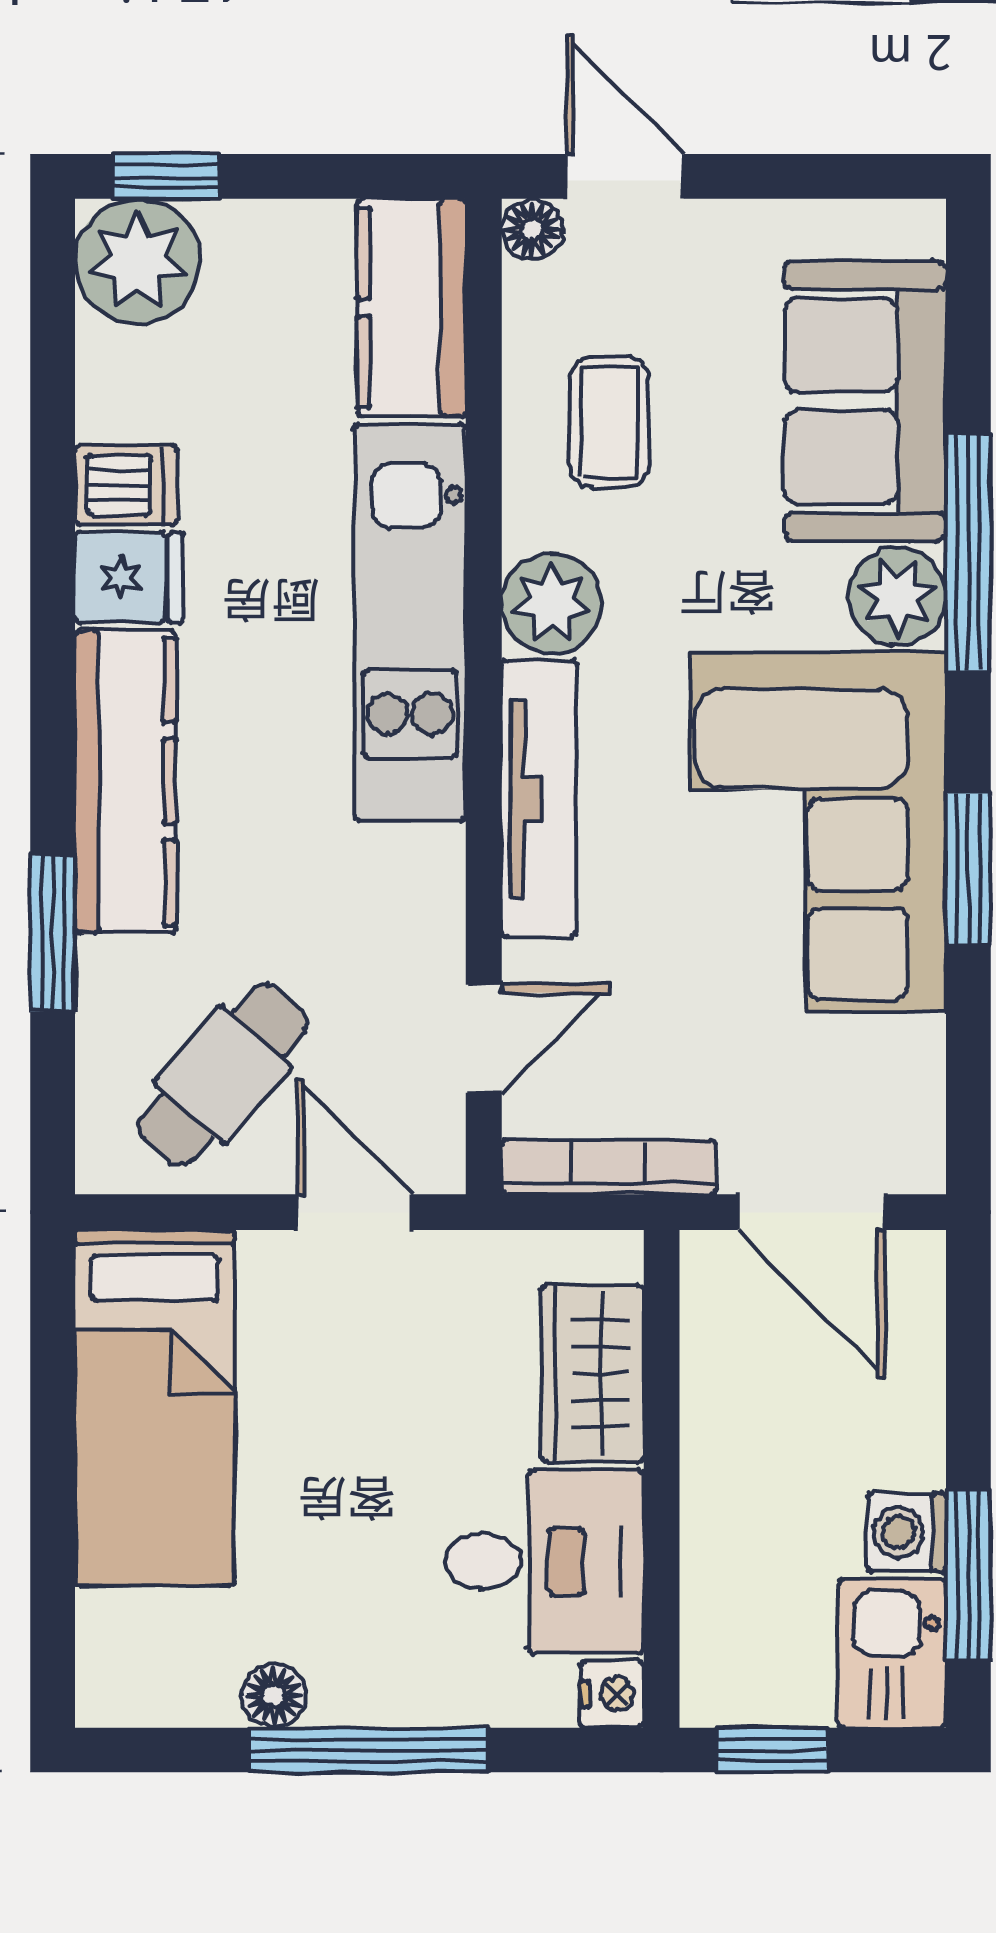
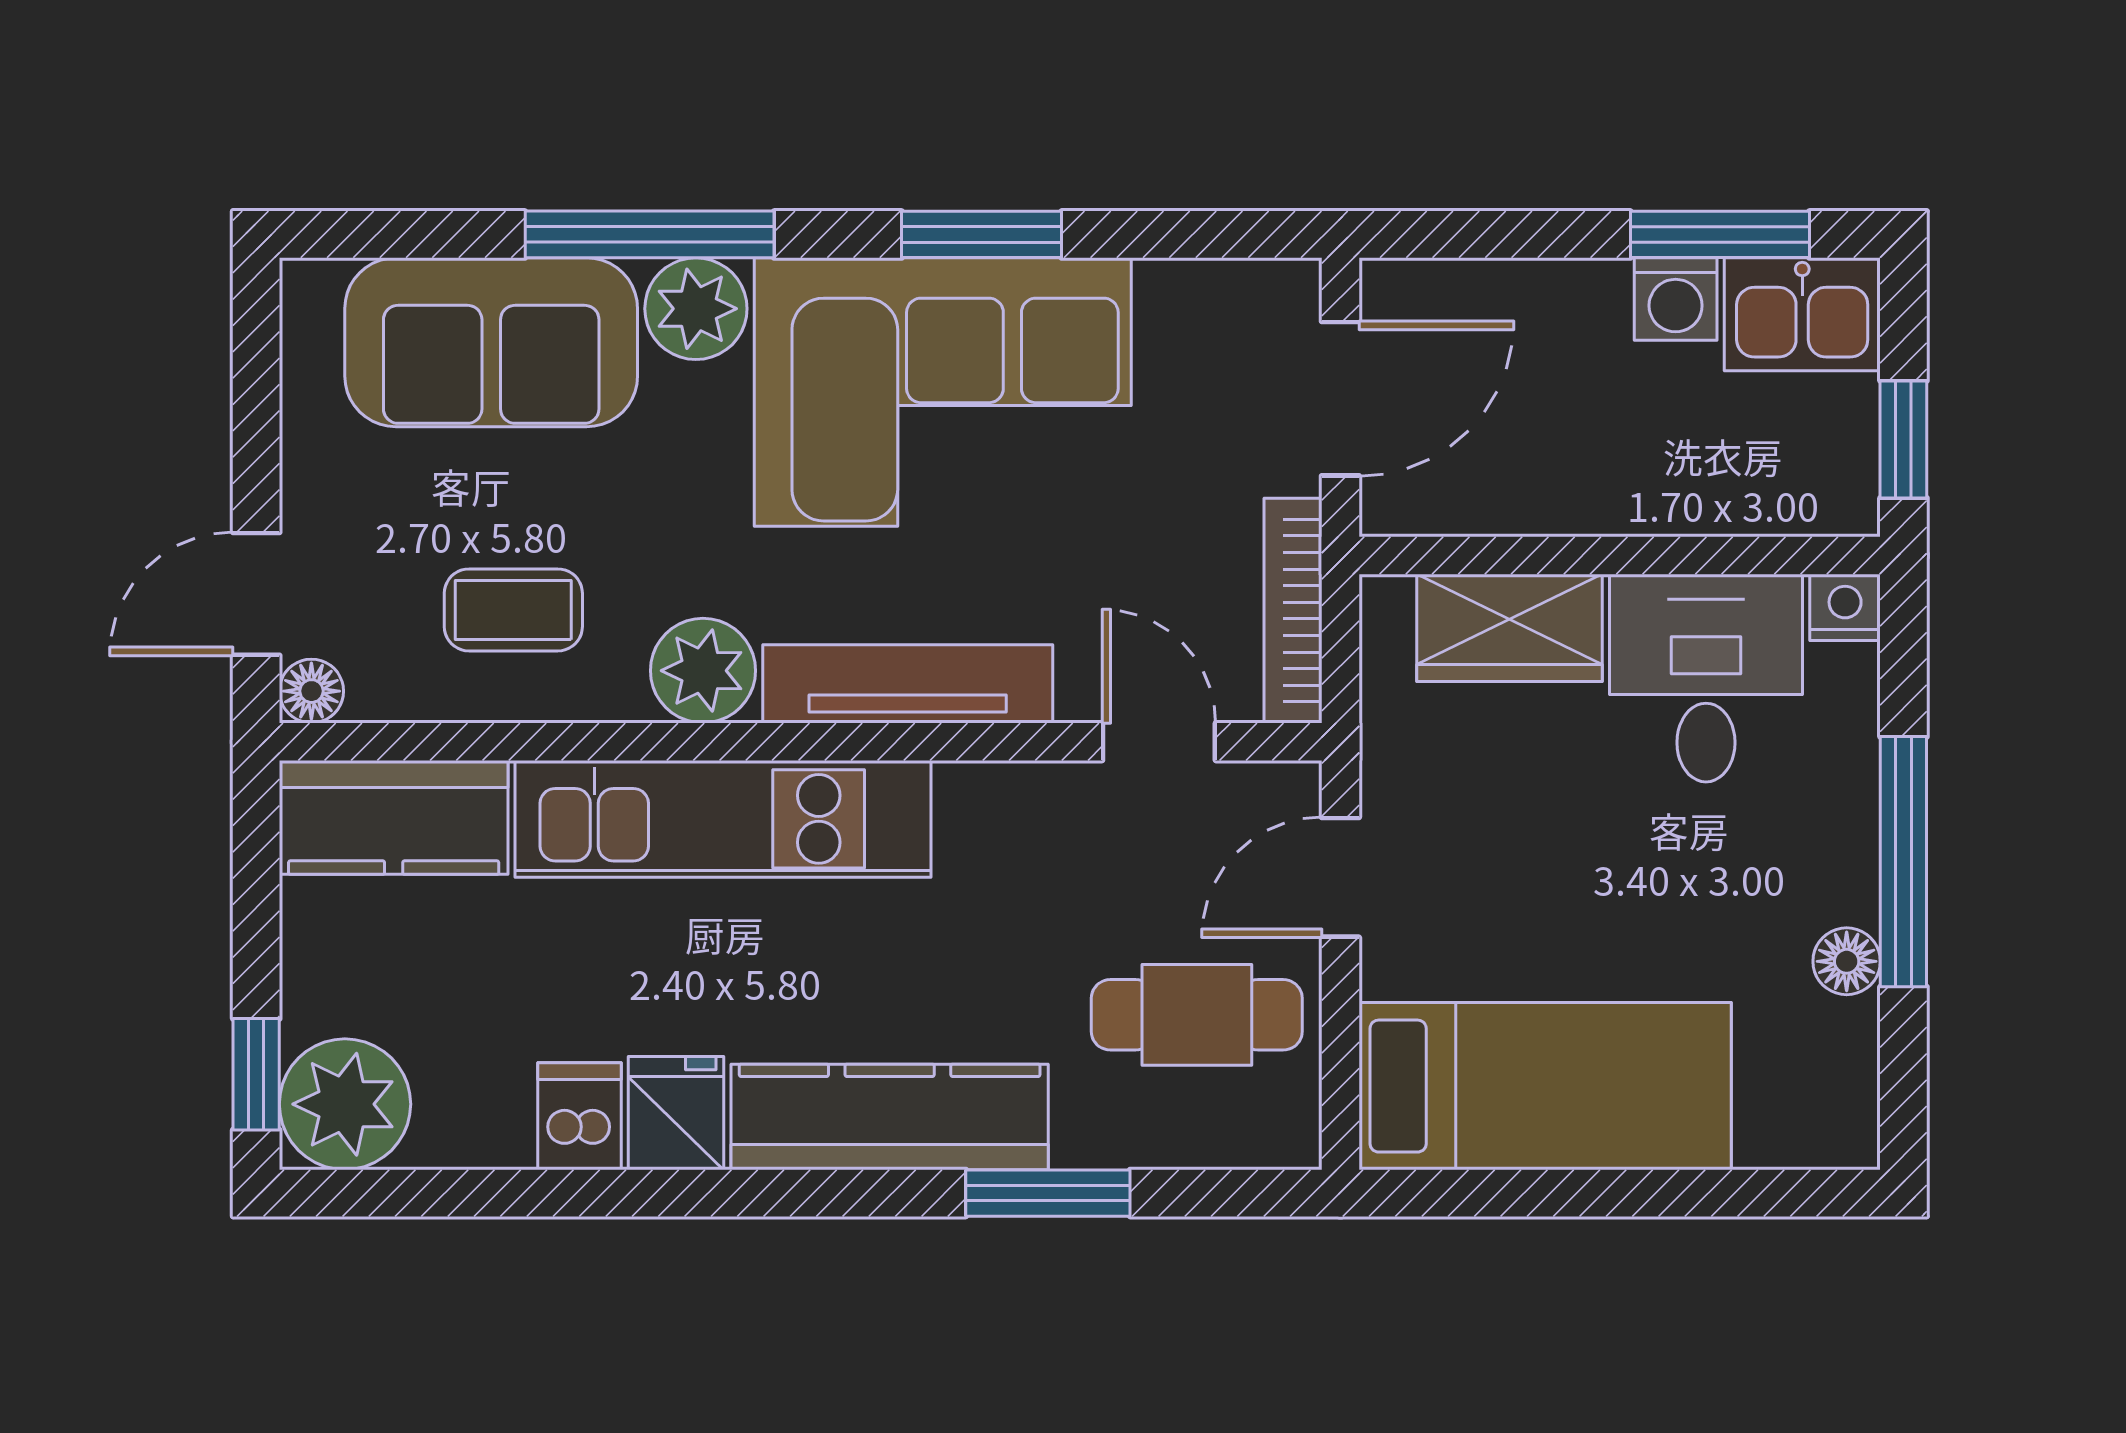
cafe table: (223, 1075) -> (1197, 1015), turned -41

